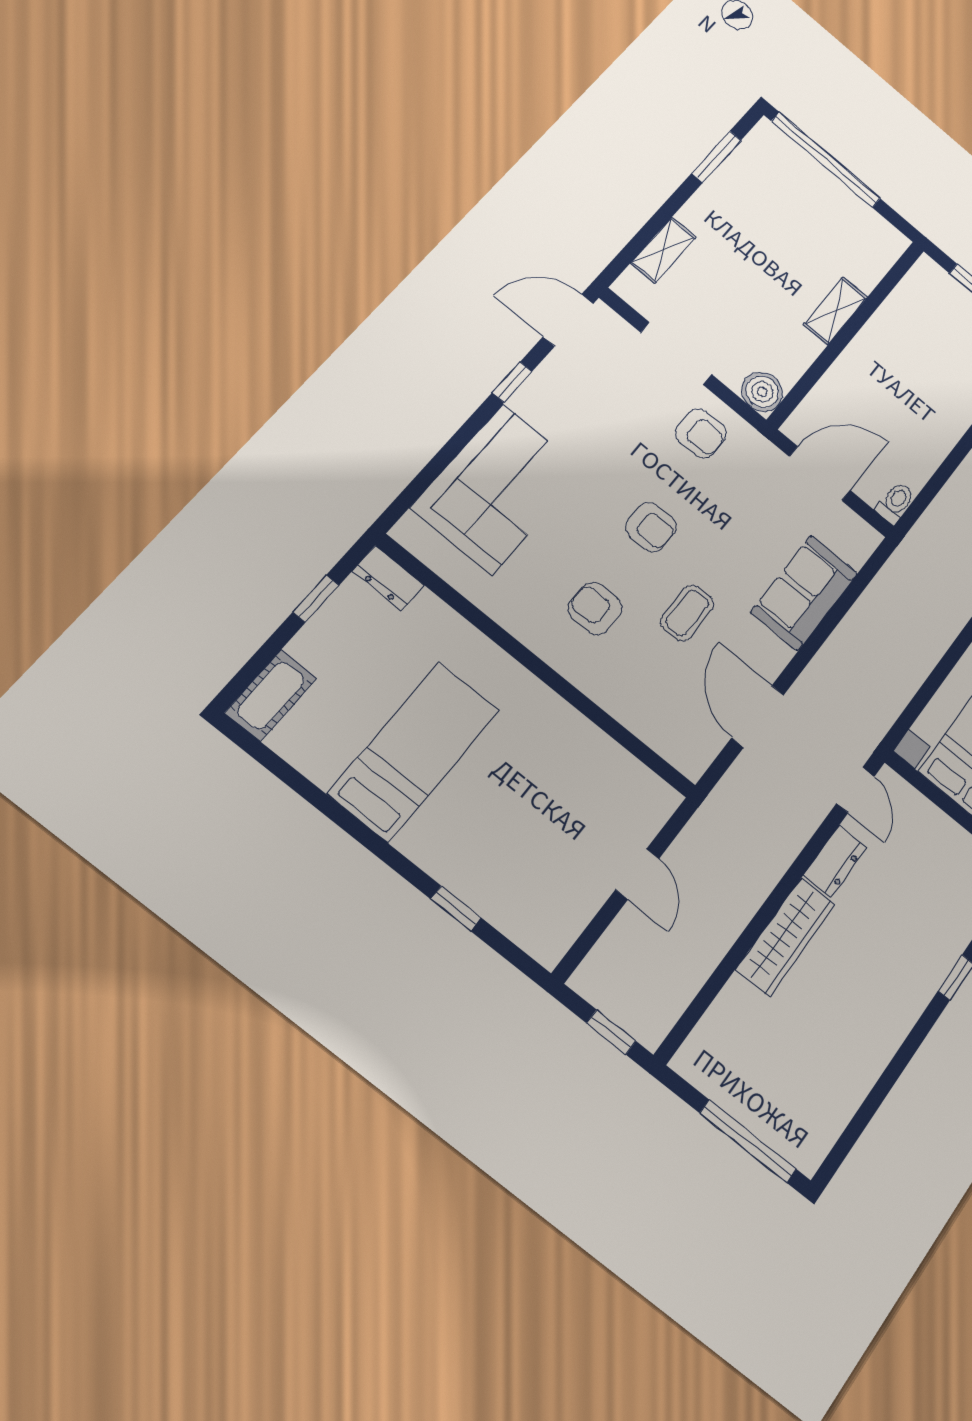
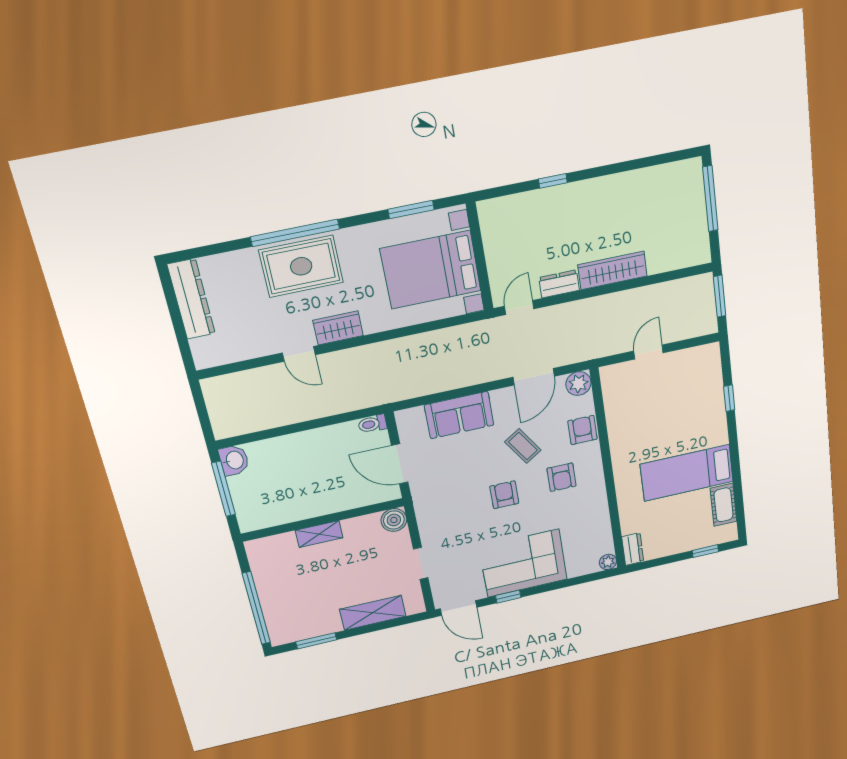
shelving: (663, 250) -> (373, 613), width x1.50, depth x1.33
doorway: (676, 353) -> (421, 563), width x0.73
armchair: (701, 433) -> (583, 430), moved
corner sofa: (498, 489) -> (523, 563), moved
plant: (409, 532) -> (608, 562), added
window: (316, 599) -> (705, 551), moved
coffee table: (687, 613) -> (523, 446), turned 57
cot: (271, 695) -> (723, 505), moved, turned 90
plant: (692, 754) -> (578, 384), added
window: (611, 1032) -> (720, 296), width x1.50

